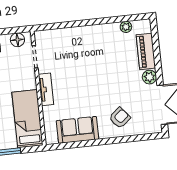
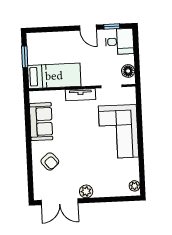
plant: (126, 27) -> (135, 186), moved
corner sofa: (83, 46) -> (118, 132), added
piano: (146, 51) -> (110, 189), removed

